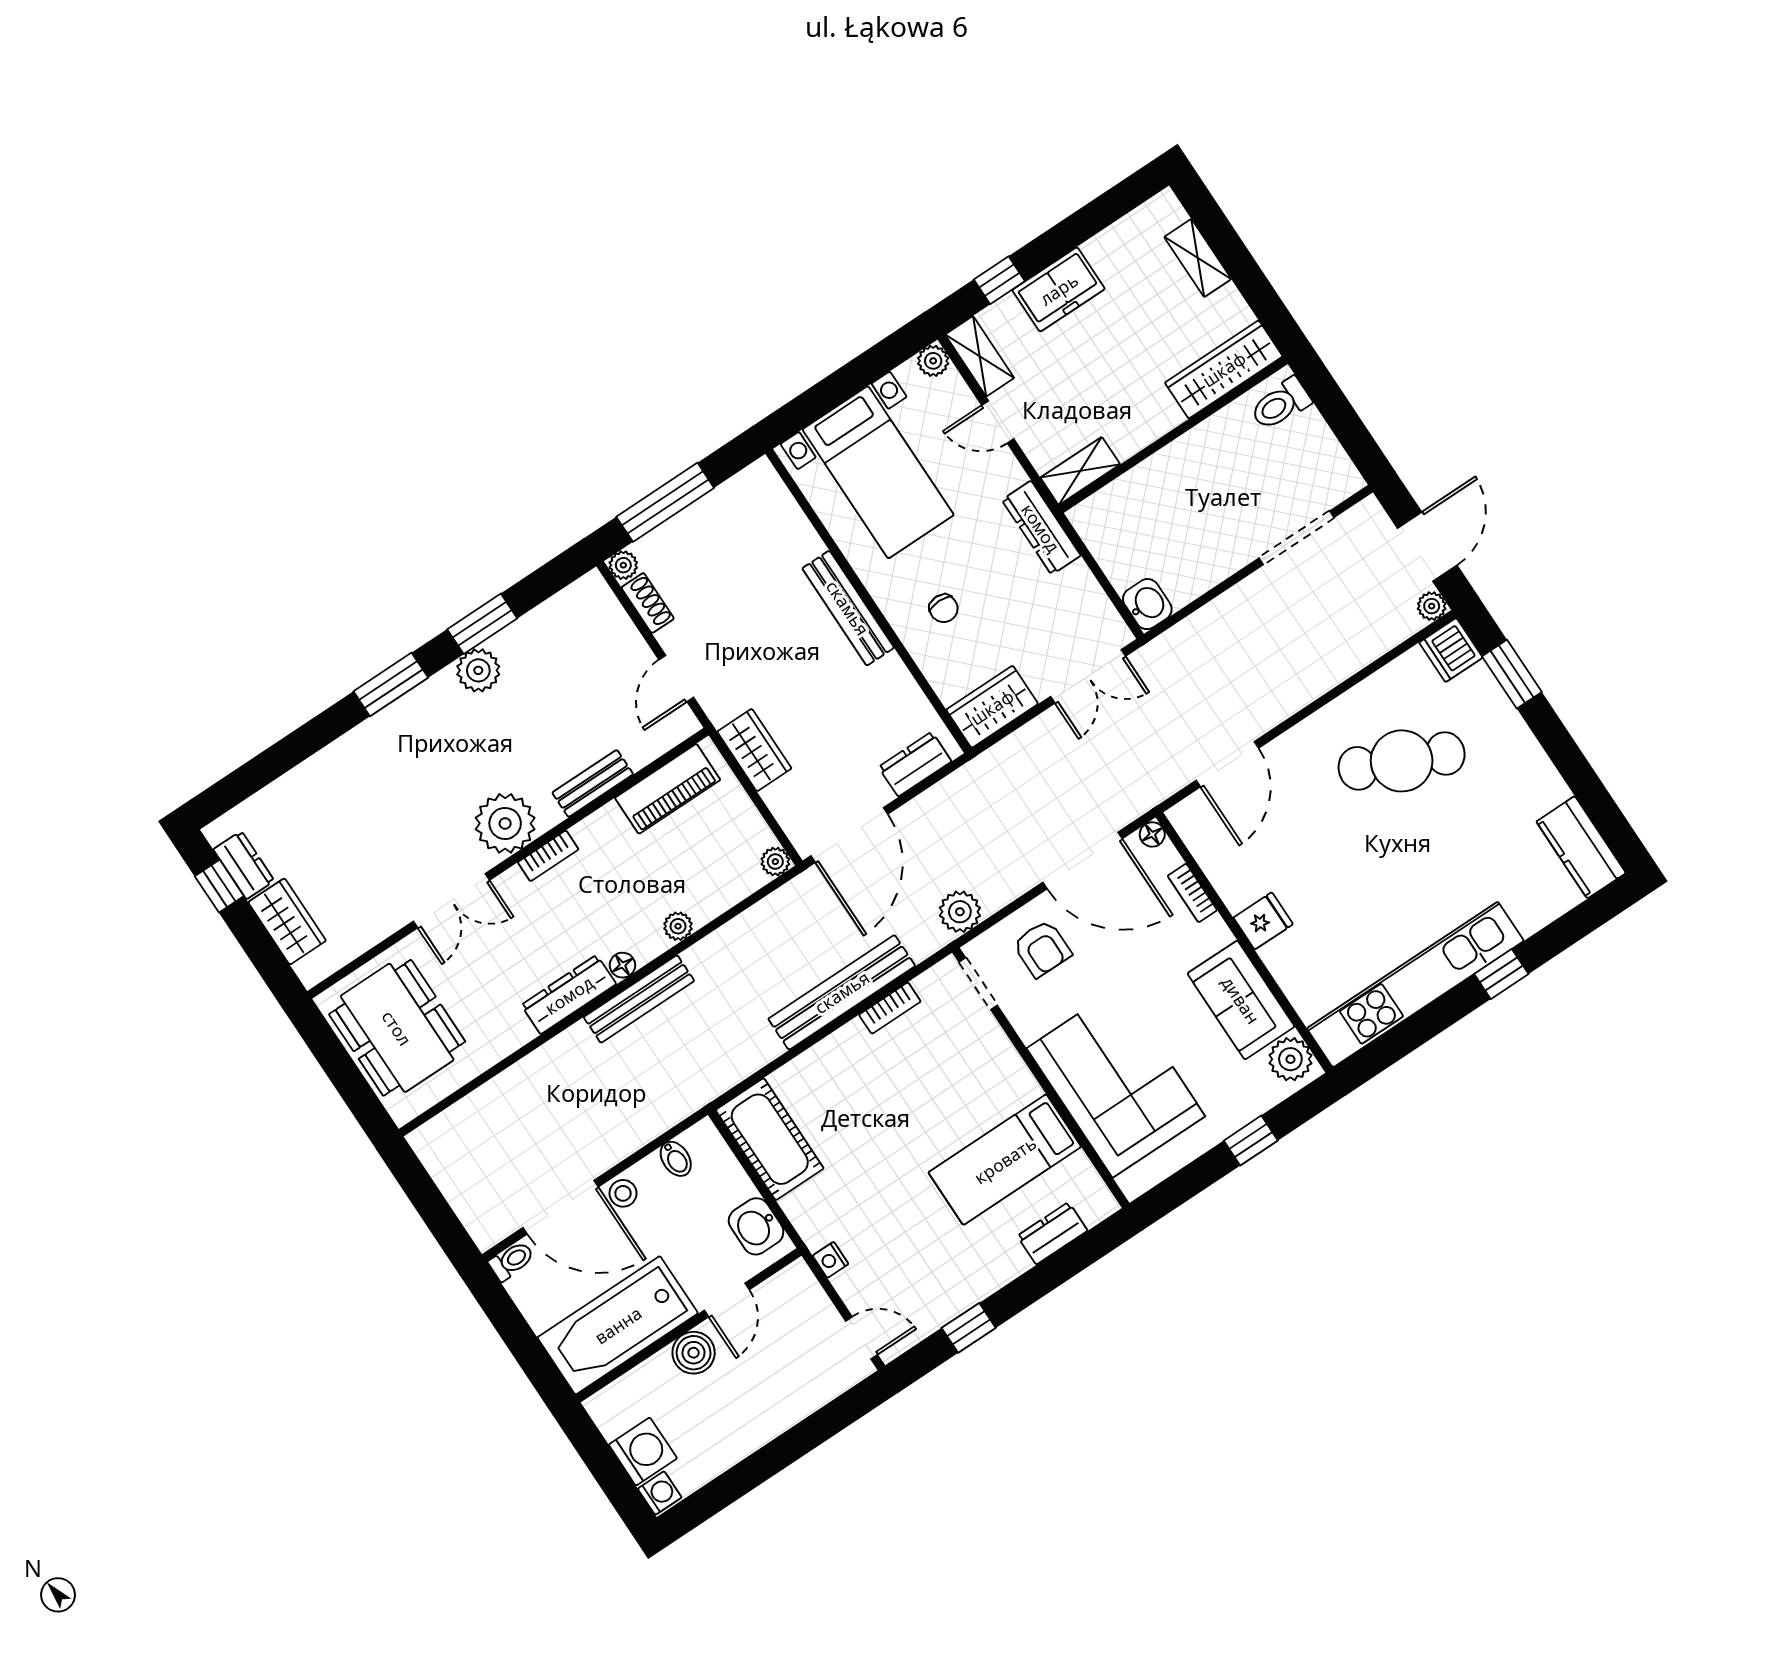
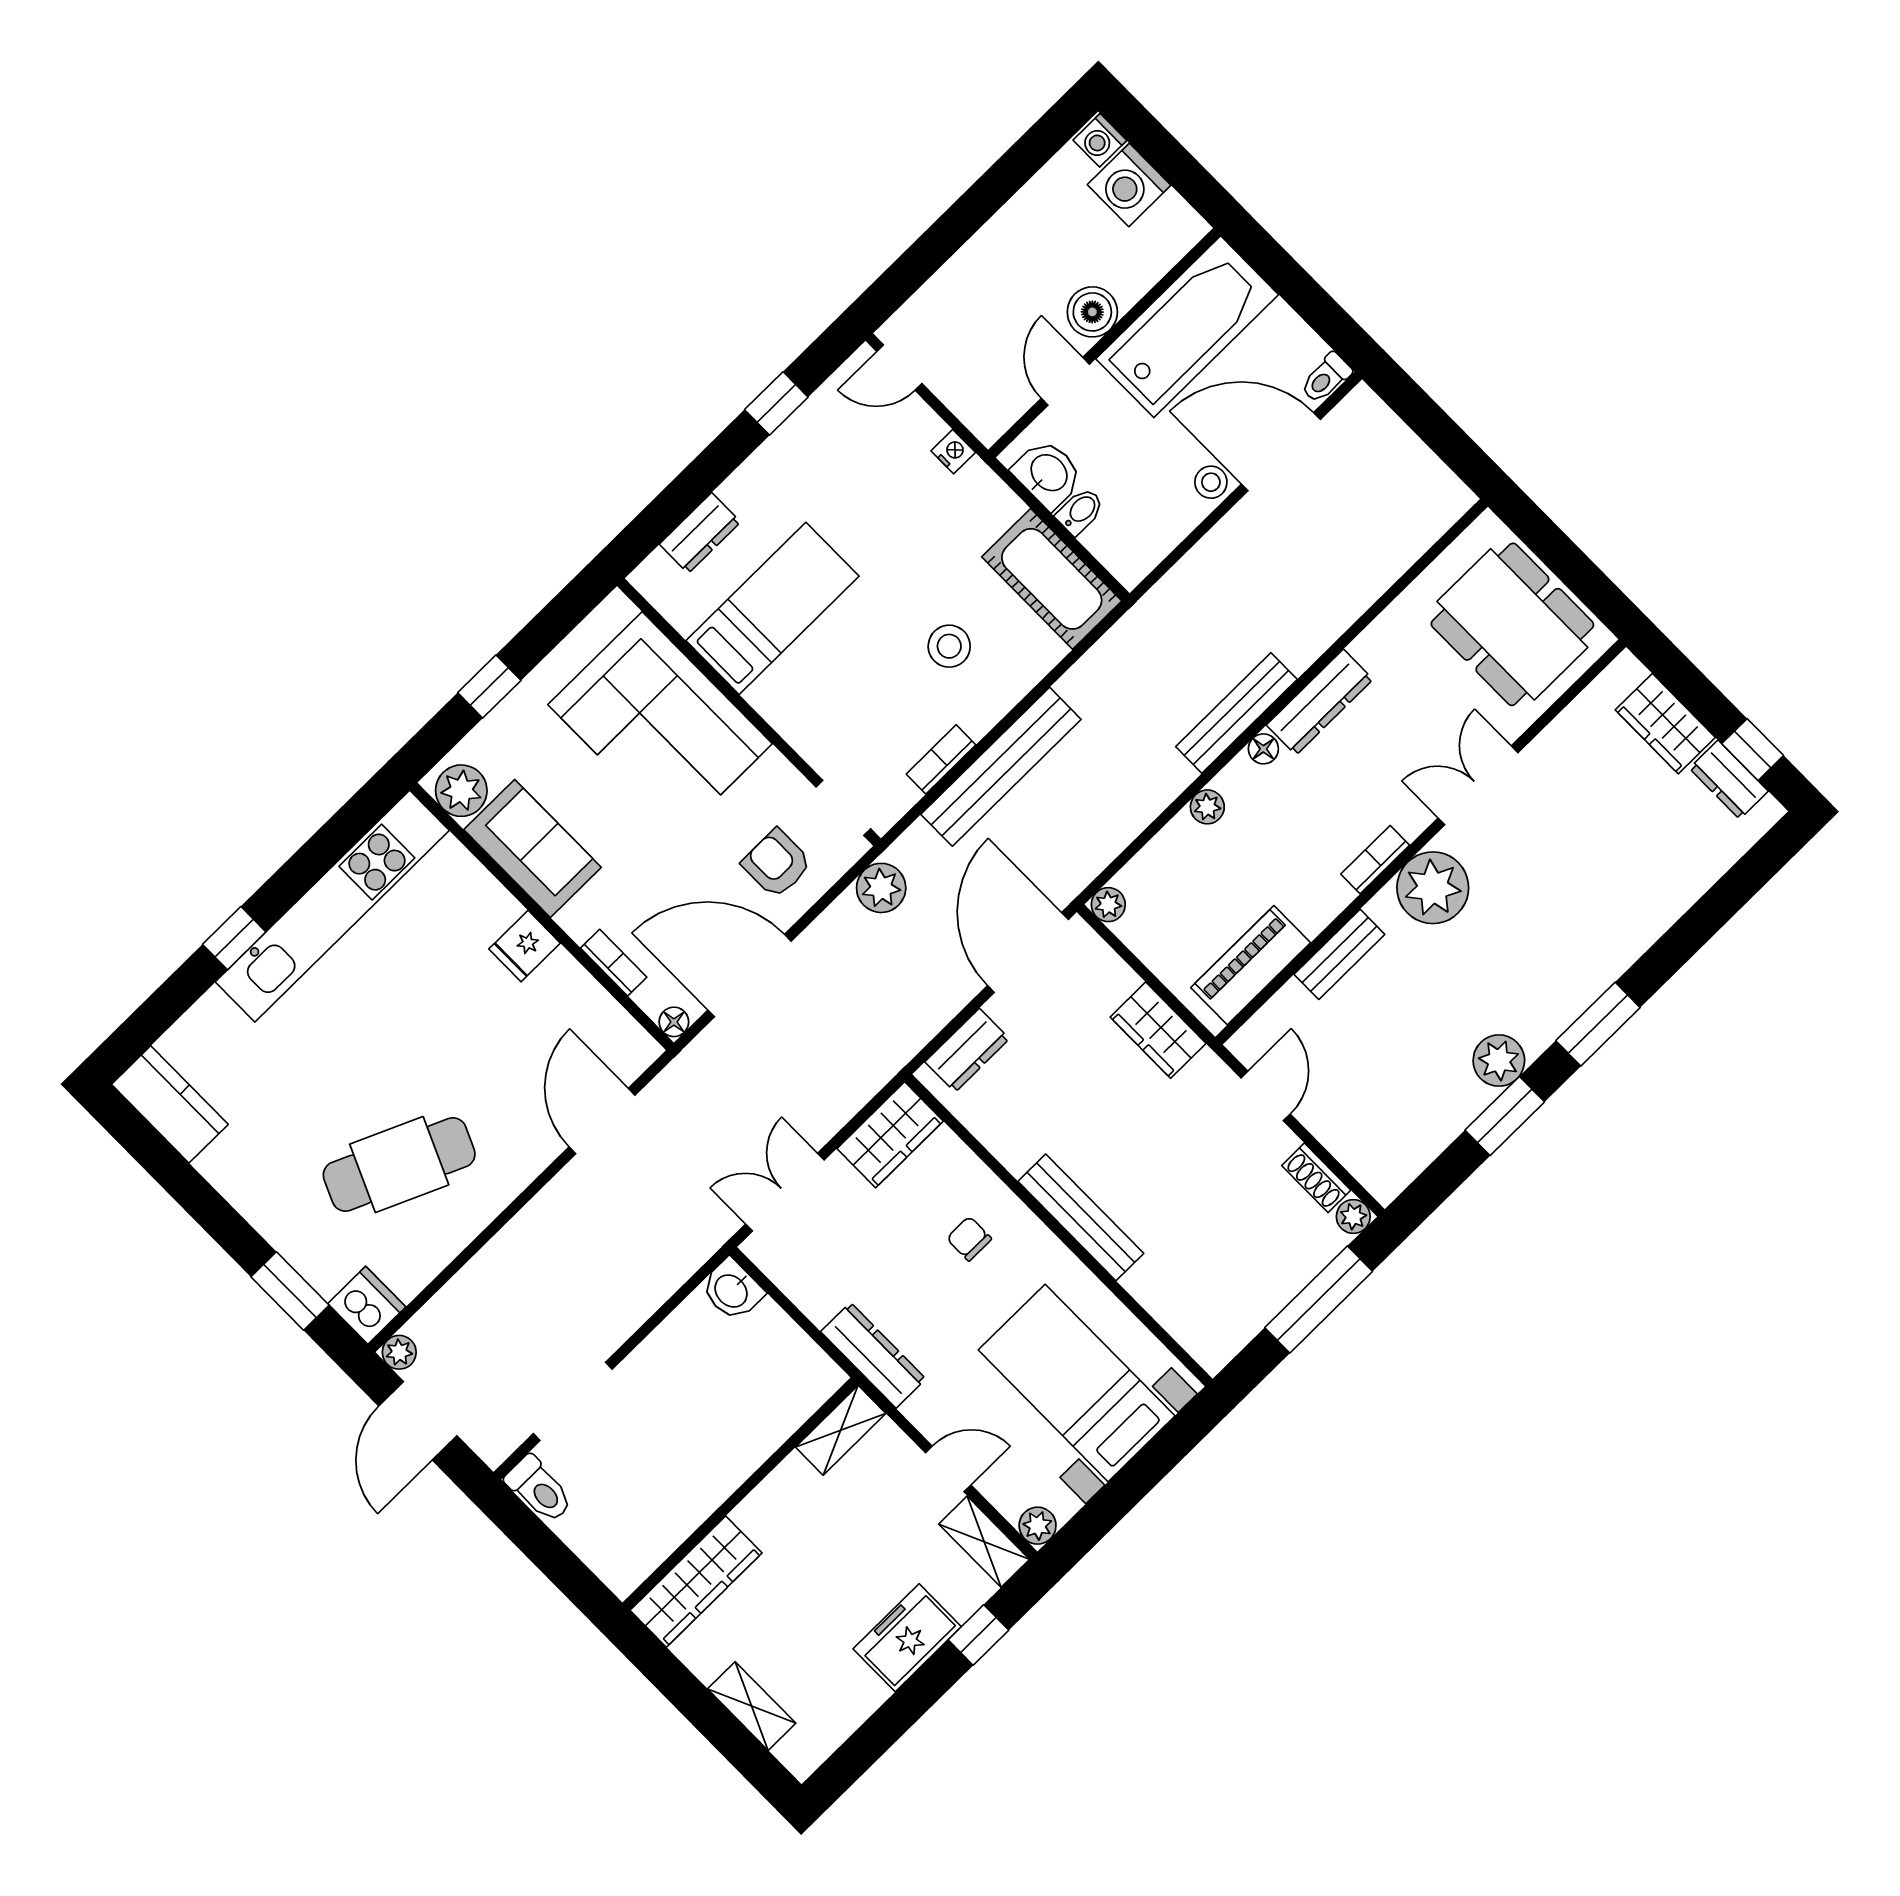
toilet: (1281, 404) -> (539, 1489), moved, turned 90
stool: (865, 1100) -> (949, 646), added
bidet: (676, 1159) -> (1080, 511), moved, turned 90

